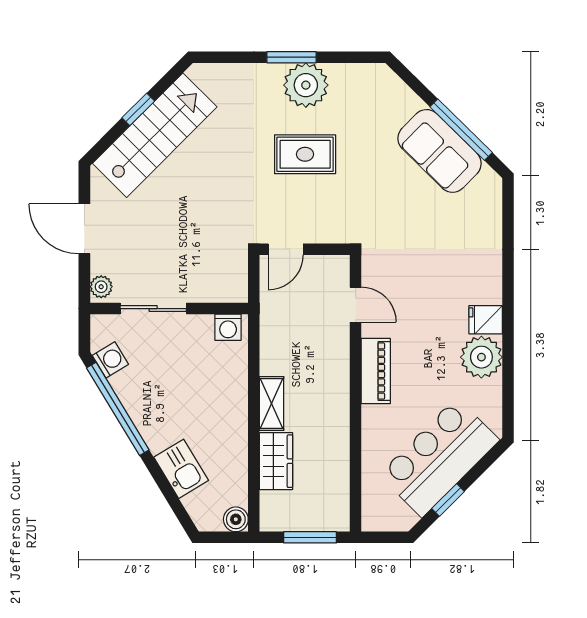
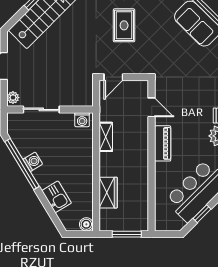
rug: (305, 154) -> (124, 25), turned 90
washing machine: (110, 360) -> (33, 162), moved
shelving: (272, 404) -> (106, 137), moved

